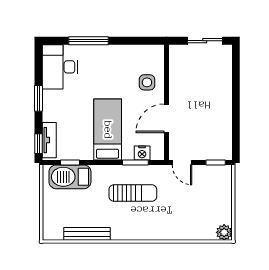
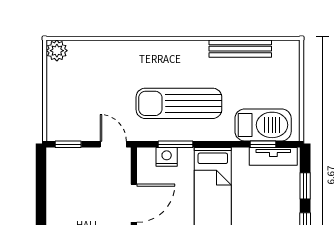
tv unit: (49, 140) -> (273, 156), moved, turned -90
window: (39, 144) -> (305, 186), moved
sun lounger: (133, 193) -> (179, 103), width x1.36, depth x1.34

